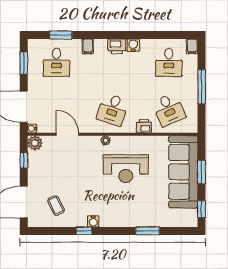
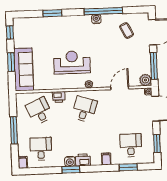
window: (132, 35) -> (71, 170), added
door: (67, 134) -> (120, 88), swing flipped
window: (24, 160) -> (154, 66), width x2.17
sofa: (183, 172) -> (24, 69), width x0.74, depth x0.79
window: (84, 231) -> (103, 11), width x3.17

